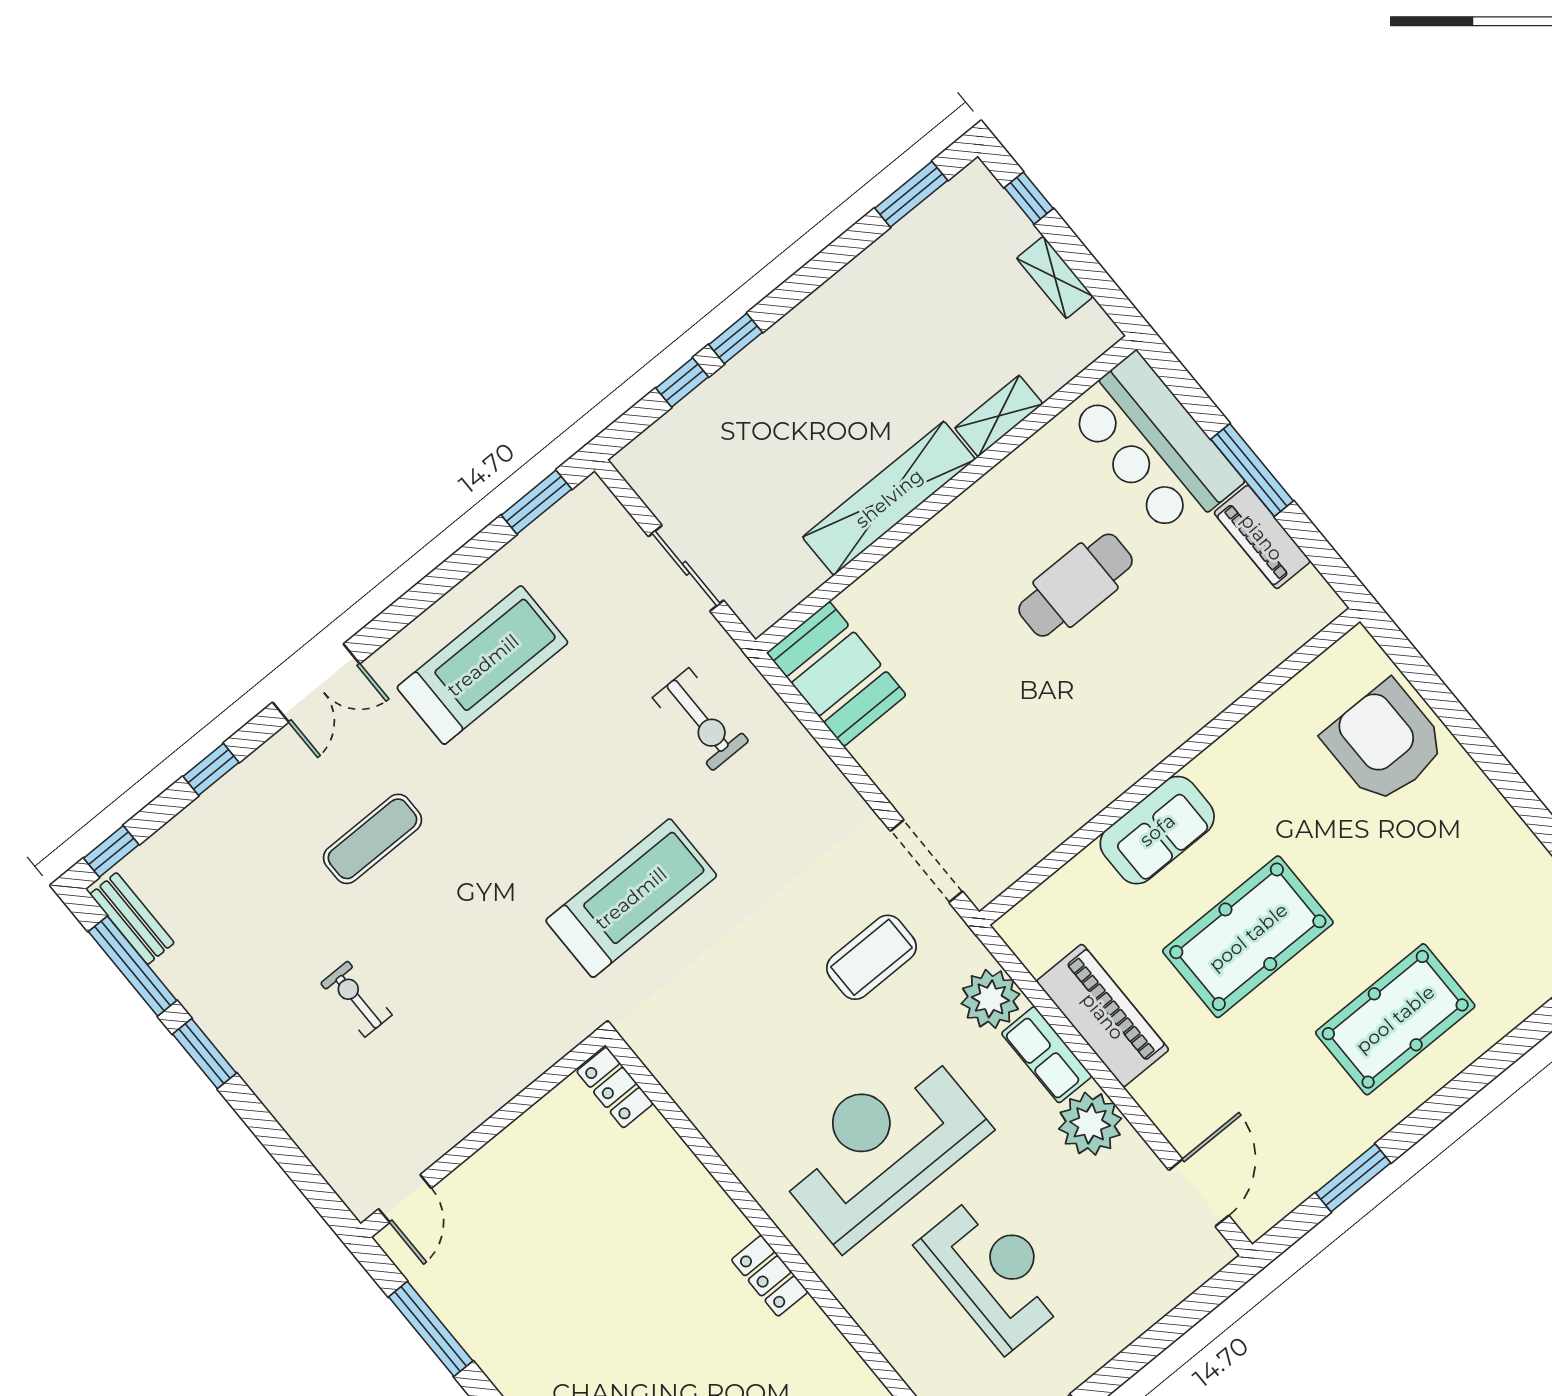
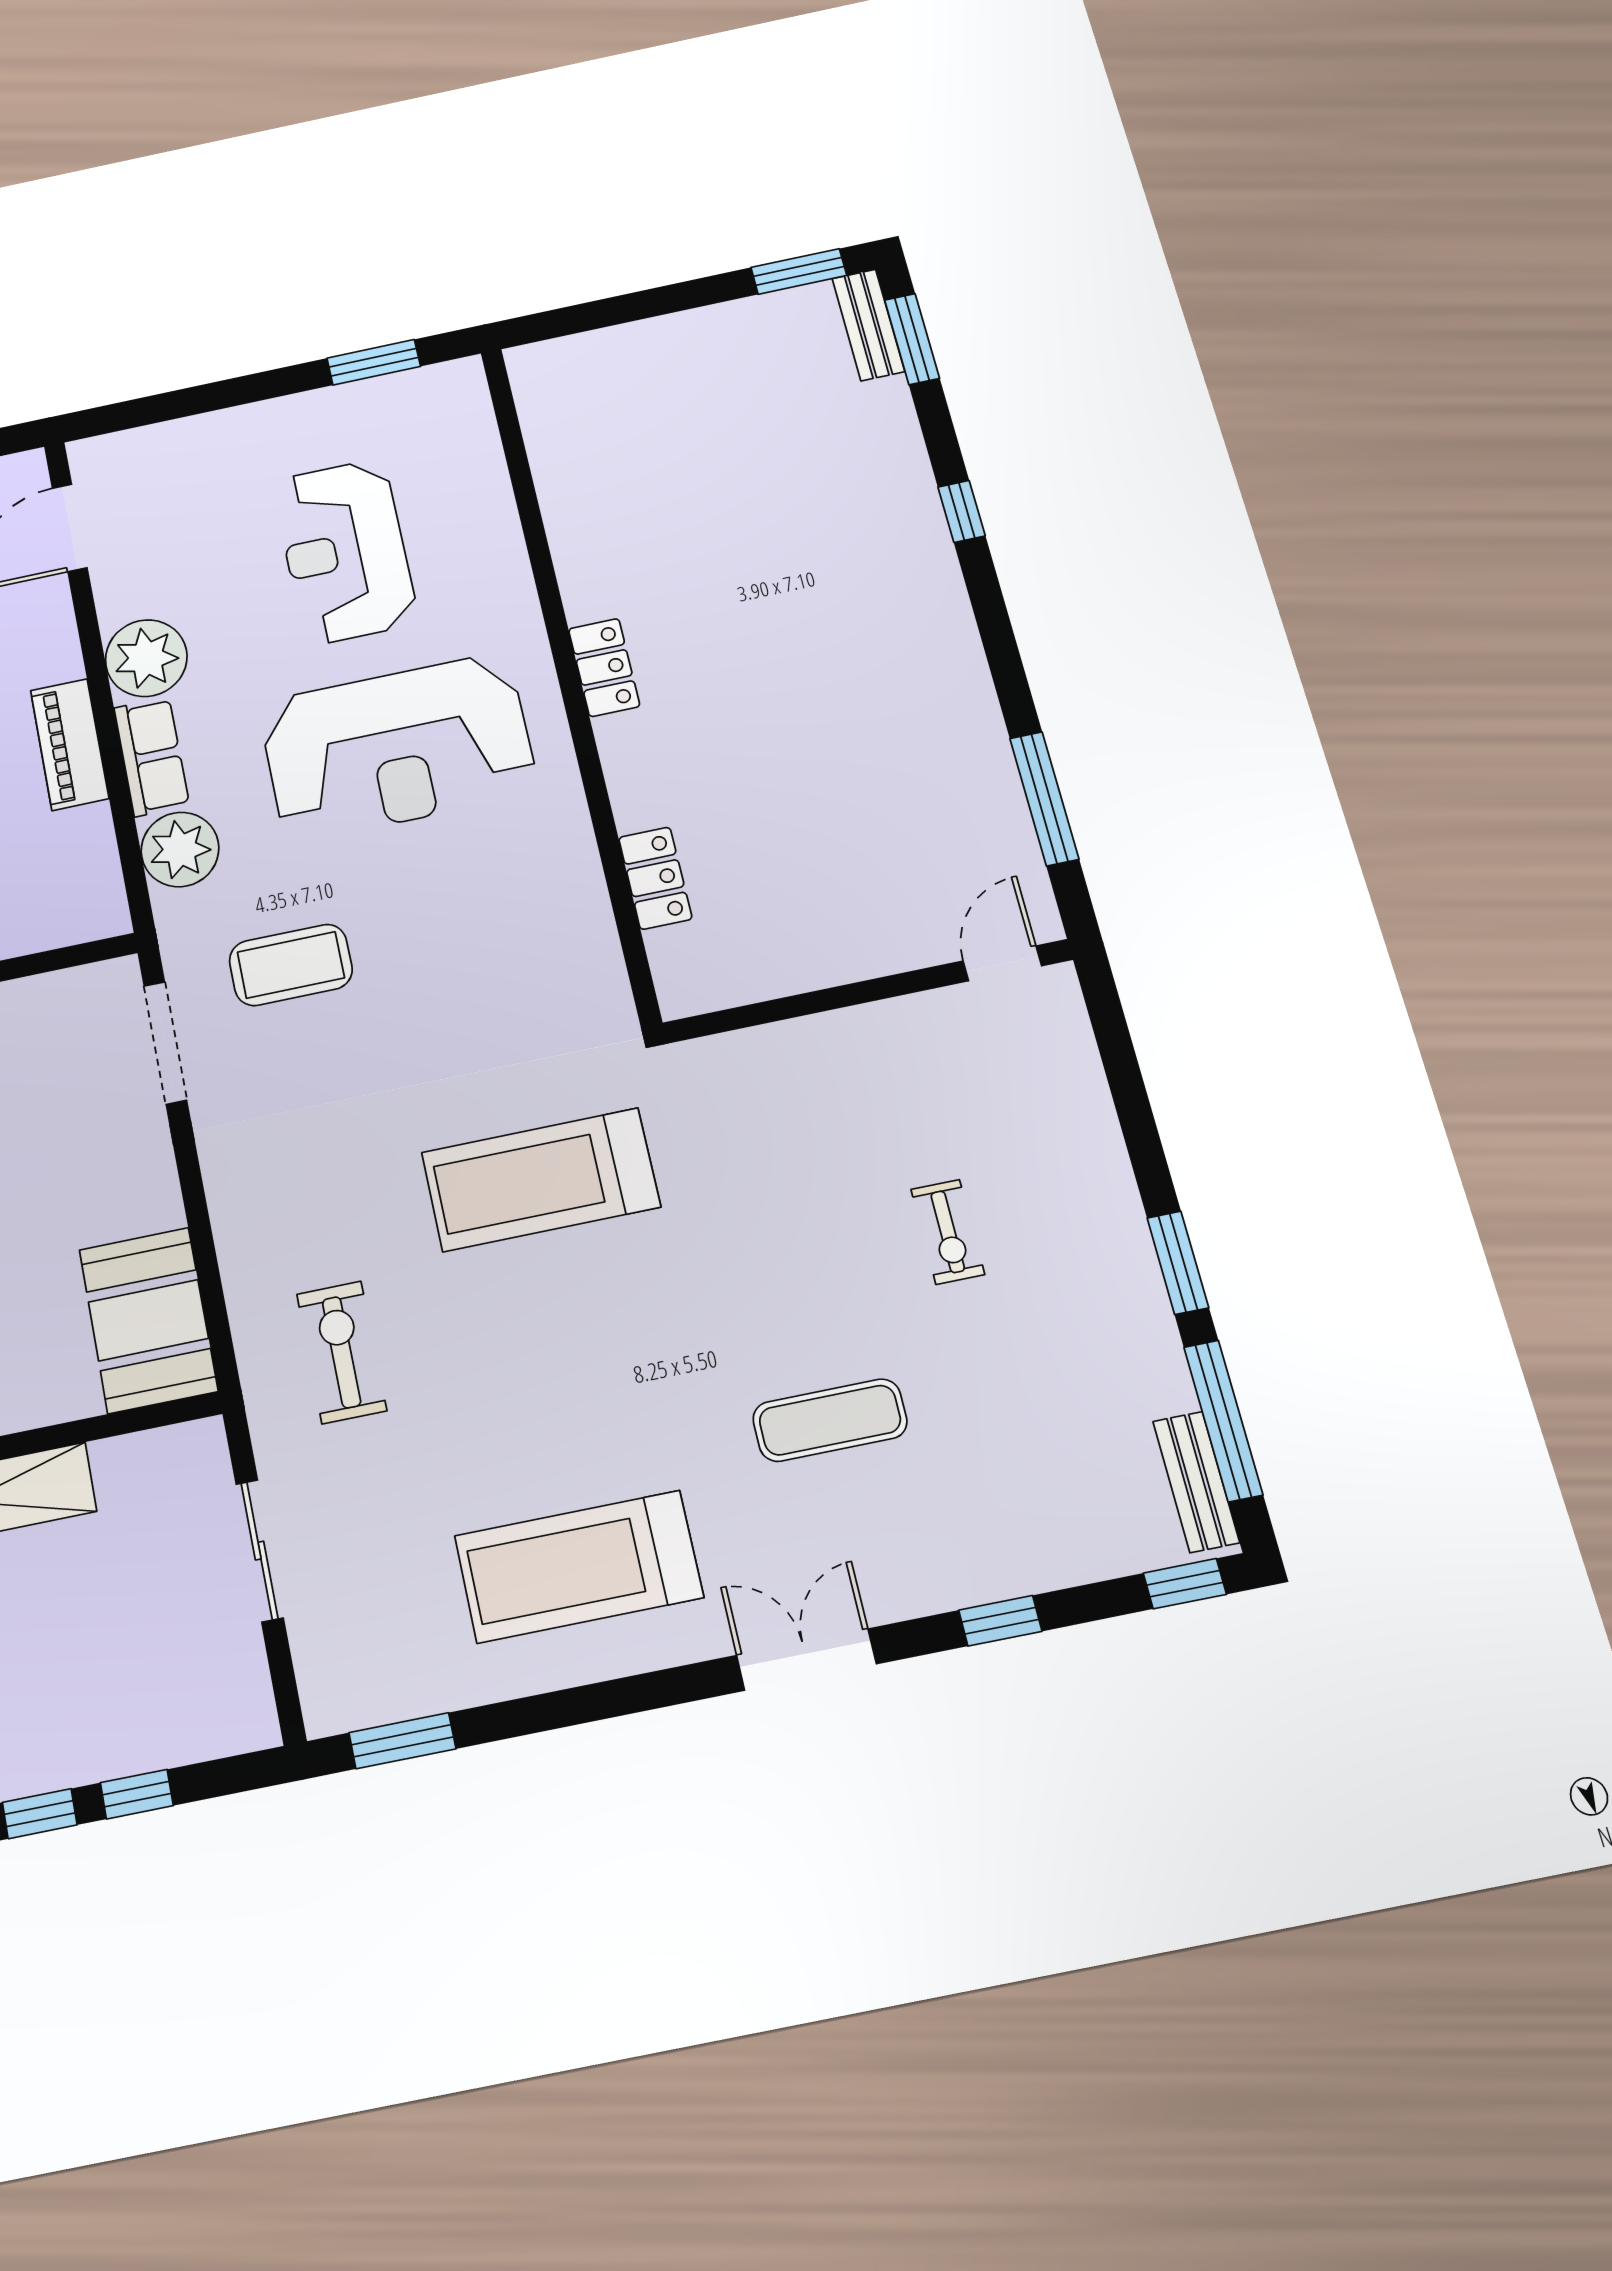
piano: (1103, 1016) -> (70, 744), width x0.73, depth x0.75
locker: (615, 1087) -> (655, 878), moved

